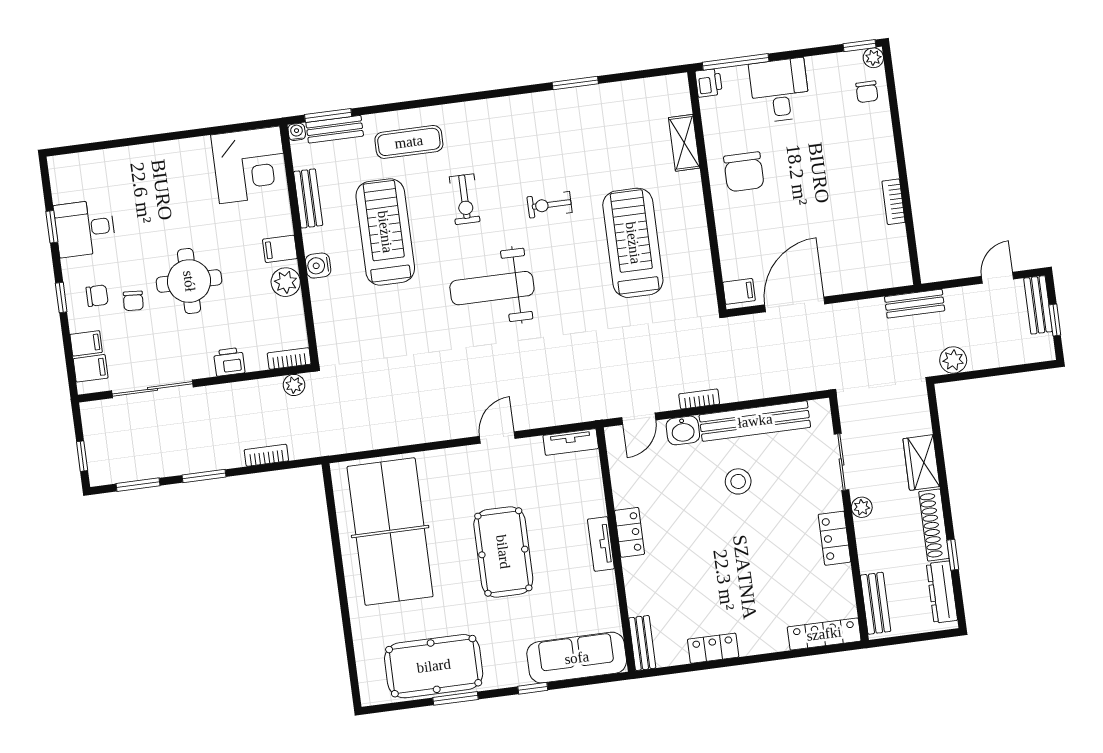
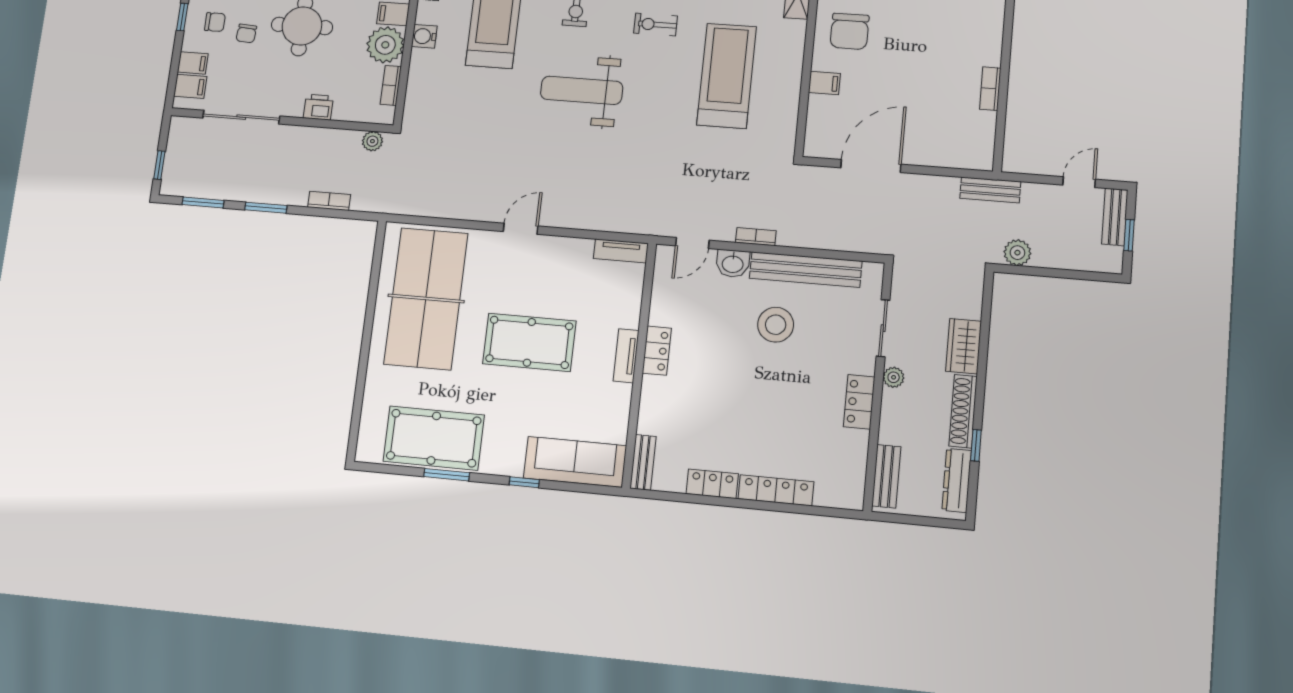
plant: (286, 282) -> (385, 45), width x1.36, depth x1.36
filing cabinet: (739, 291) -> (824, 83), moved
bookcase: (289, 359) -> (391, 85), moved, turned -90
door: (497, 437) -> (521, 229), moved
stool: (738, 481) -> (776, 325), width x1.38, depth x1.38
pool table: (503, 552) -> (529, 342), turned 90
locker: (824, 634) -> (776, 490), moved

